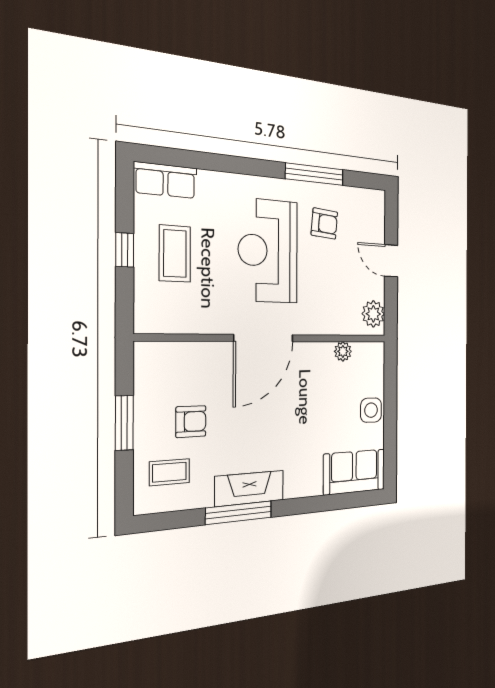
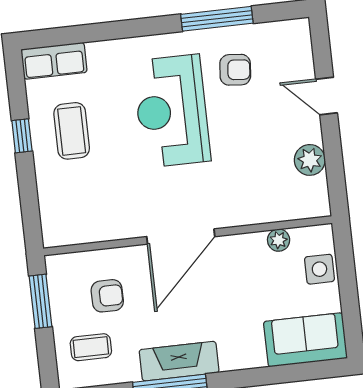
door: (264, 338) -> (181, 237), moved
wall: (270, 338) -> (188, 236), moved
plant: (343, 351) -> (279, 240), moved

